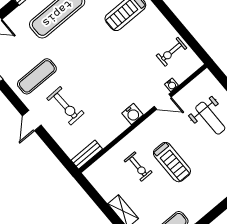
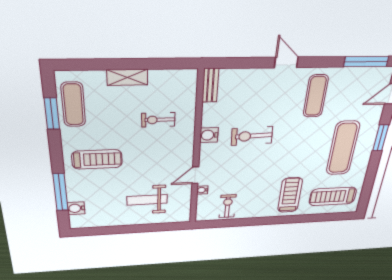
exercise bike: (65, 106) -> (252, 136), moved
water cooler: (133, 114) -> (209, 135), moved
treadmill: (172, 162) -> (97, 159), moved, turned 180

